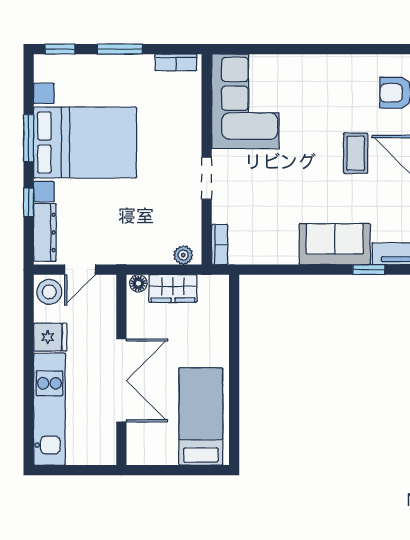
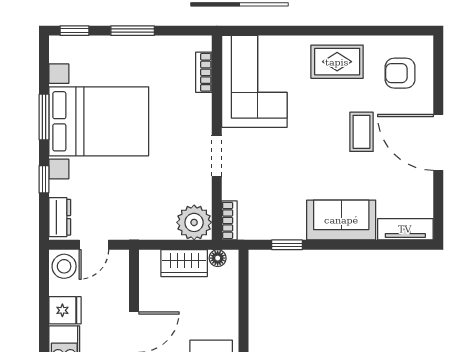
bookcase: (176, 62) -> (204, 72), moved, turned 90
rug: (330, 81) -> (337, 62), added
dresser: (45, 232) -> (60, 217), width x0.70
plant: (183, 255) -> (194, 222), width x1.88, depth x1.88
window: (369, 270) -> (287, 245), moved
floor lamp: (138, 283) -> (218, 258), moved

